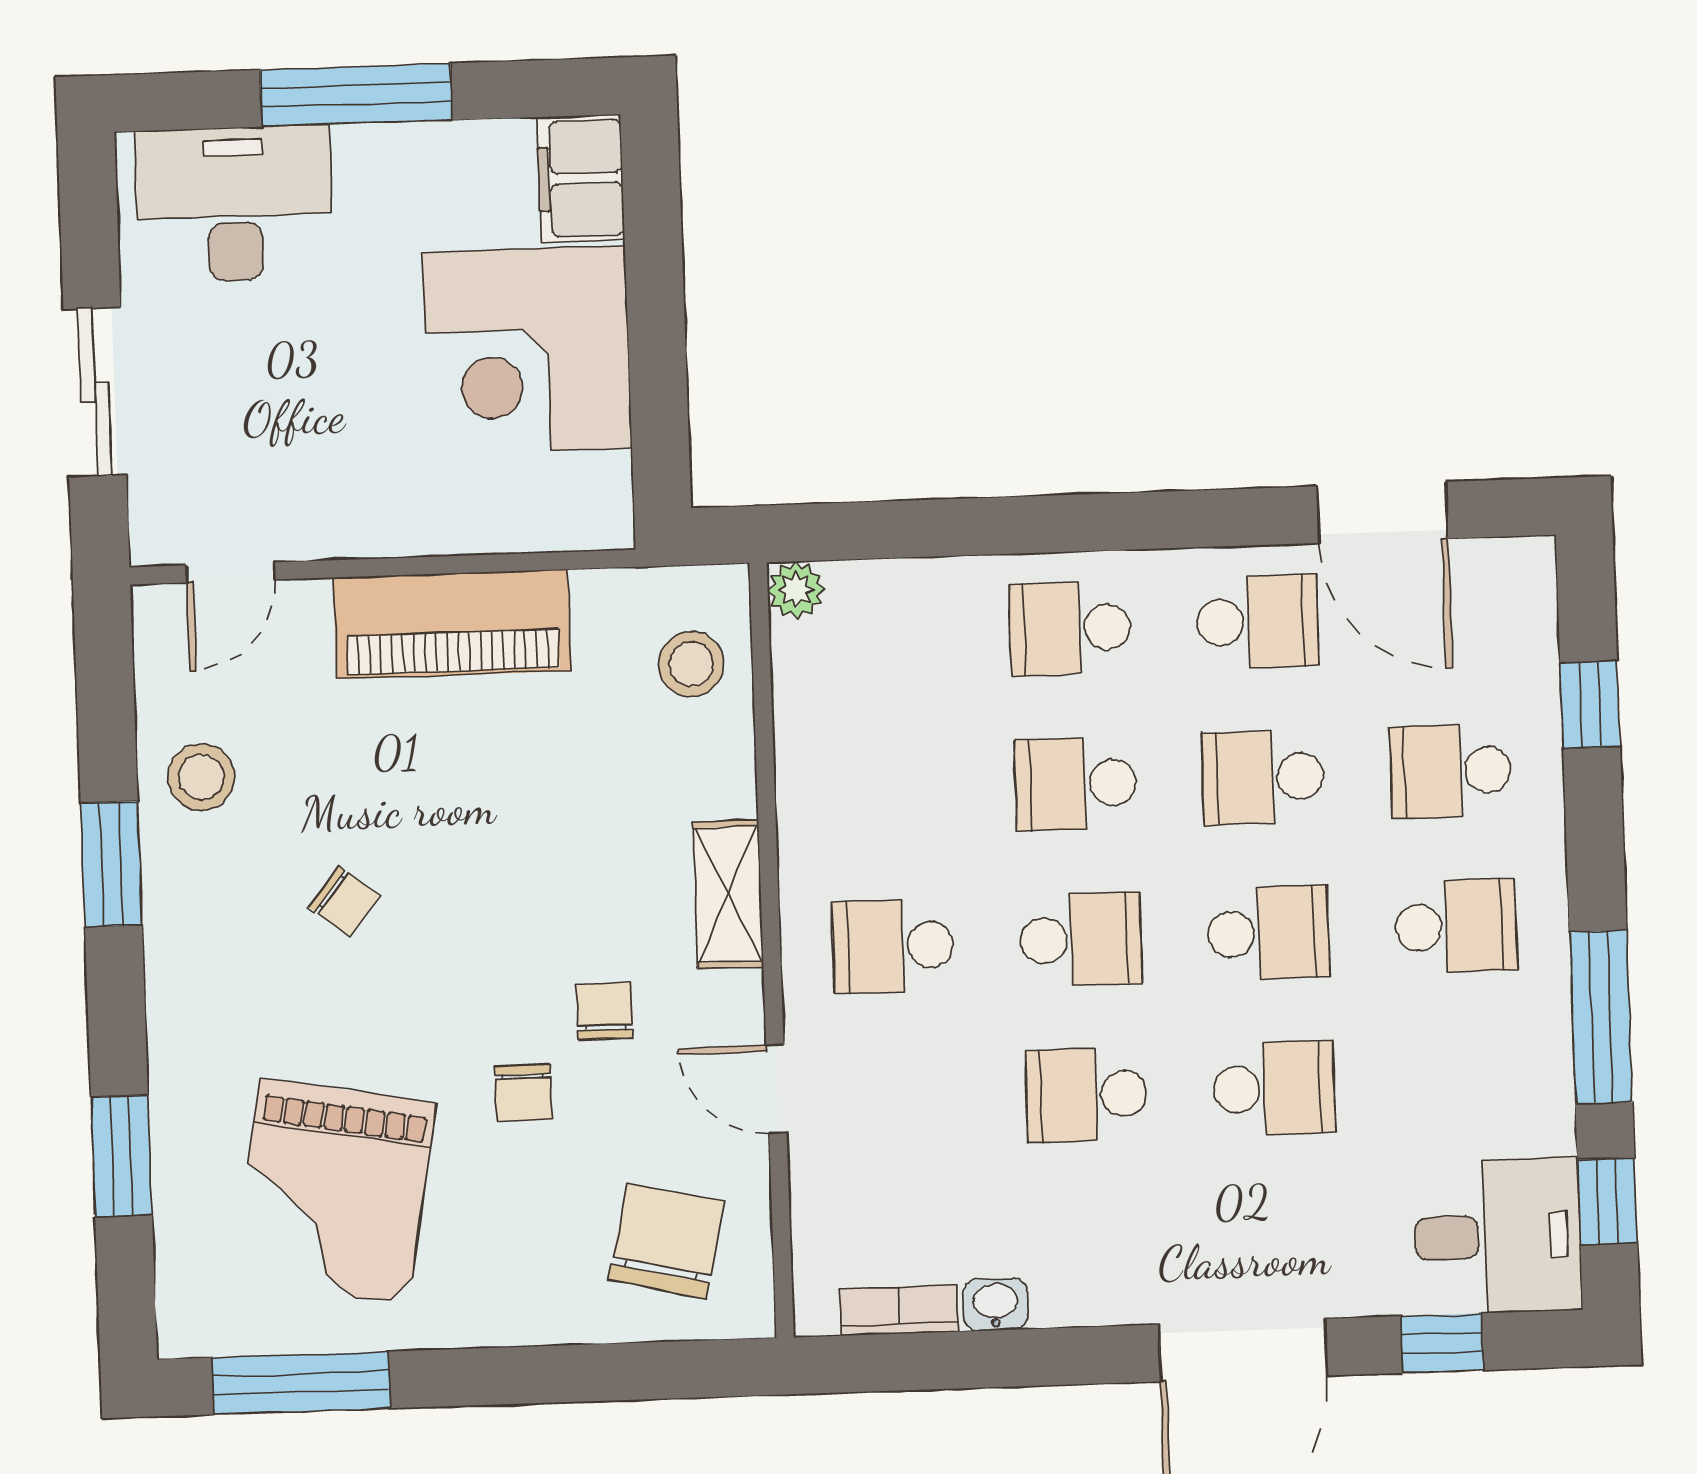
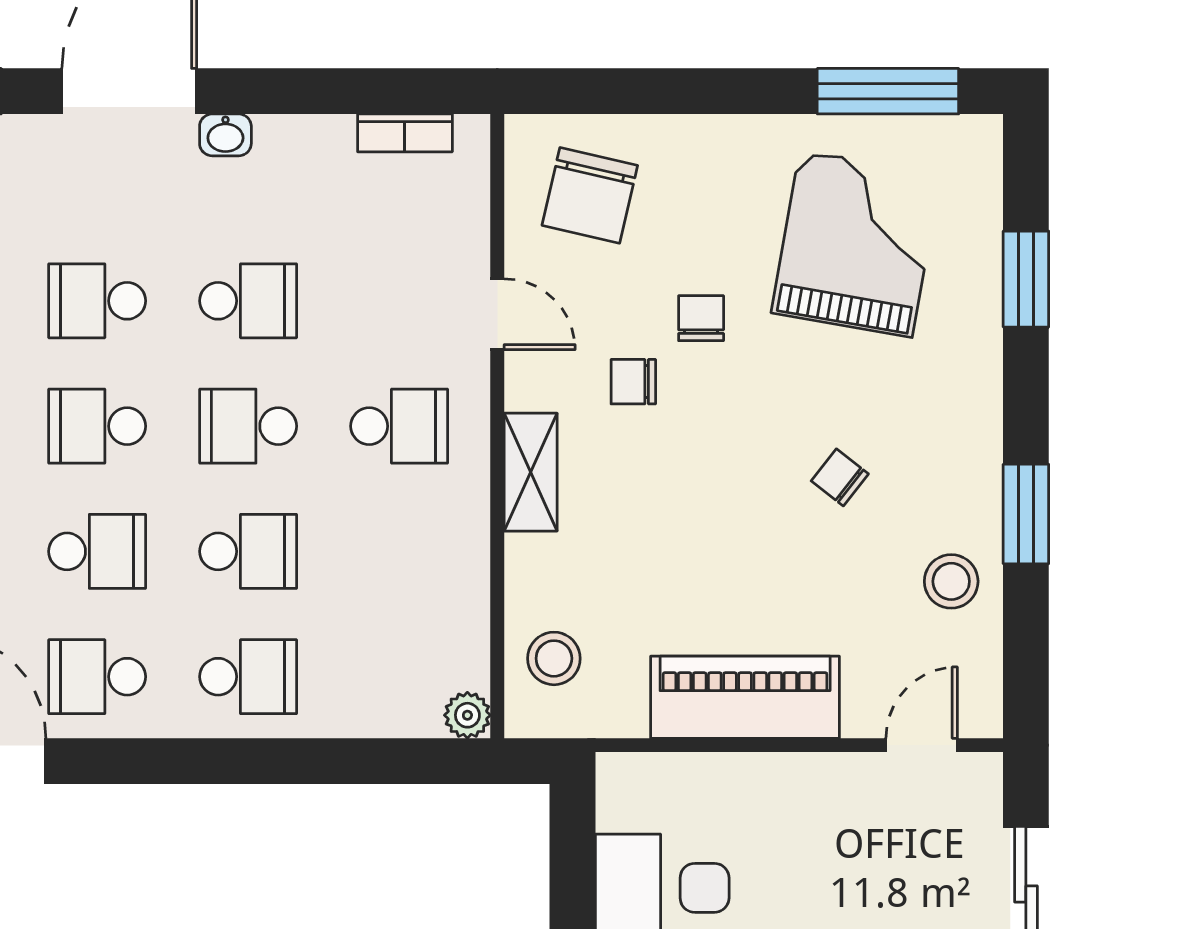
chair: (605, 1011) -> (633, 382), turned 90
washbasin: (996, 1304) -> (225, 135), moved

